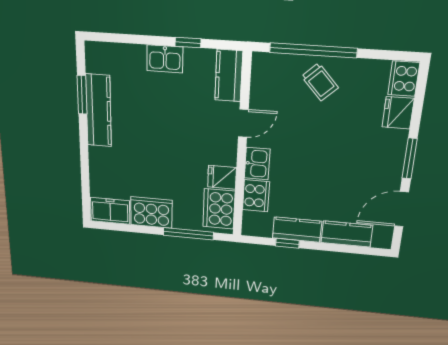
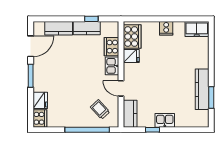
trolley: (320, 82) -> (100, 109), moved
door: (243, 123) -> (121, 88), hinge flipped
cooker: (151, 213) -> (166, 28), width x0.53, depth x0.76
window: (188, 234) -> (150, 19), removed

